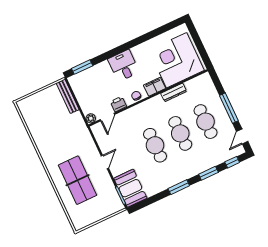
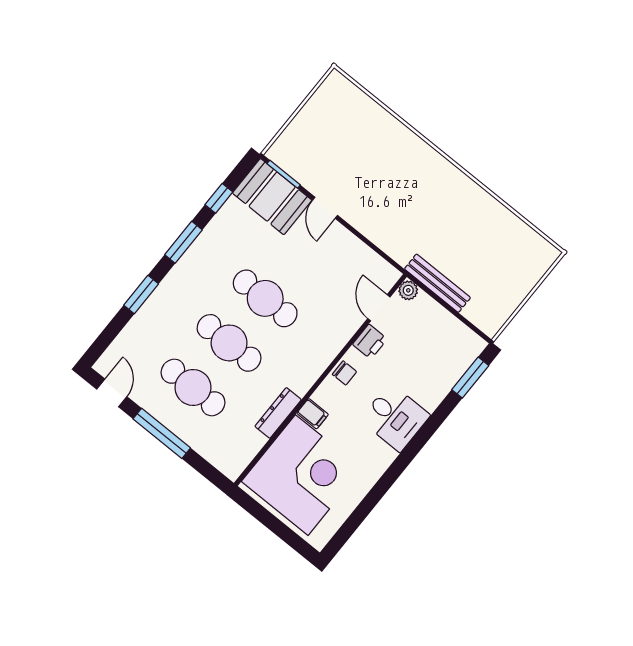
filing cabinet: (155, 87) -> (313, 414), width x0.50
bench: (68, 96) -> (437, 283), moved
door: (105, 162) -> (325, 208), moved
window: (232, 162) -> (219, 198), moved
table tennis table: (77, 180) -> (377, 164), removed

